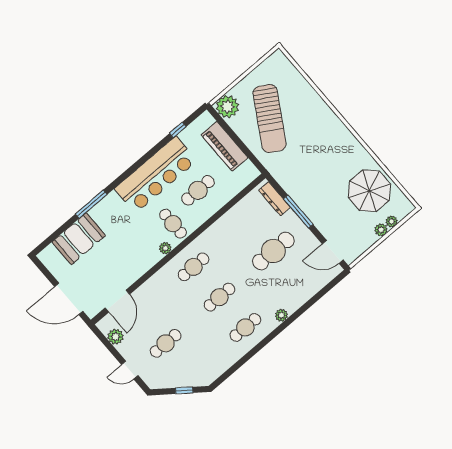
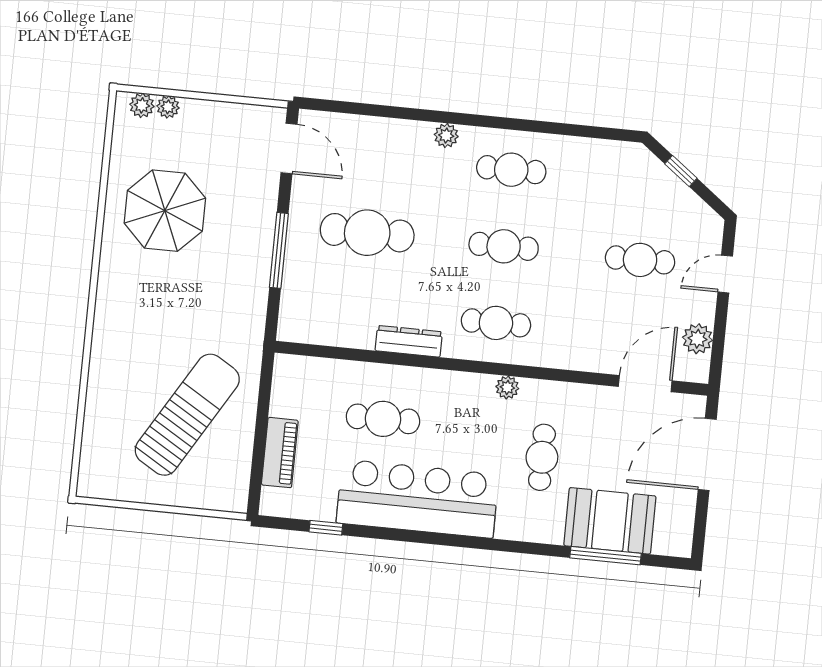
plant: (227, 107) -> (227, 490), removed
piano: (225, 146) -> (280, 453), width x0.73, depth x0.75
parasol: (369, 191) -> (165, 211), moved
dresser: (275, 199) -> (409, 341), moved, turned -90
window: (91, 204) -> (606, 556), moved
cafe table: (173, 224) -> (542, 457), moved
plant: (381, 230) -> (142, 105), moved
door: (69, 299) -> (707, 454), swing flipped
door: (130, 370) -> (725, 274), swing flipped

